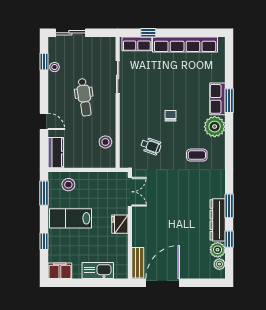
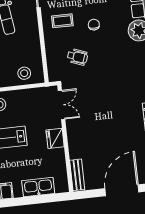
stool: (105, 142) -> (24, 73), moved
coffee table: (197, 155) -> (62, 21), moved
door: (163, 283) -> (122, 190), moved

